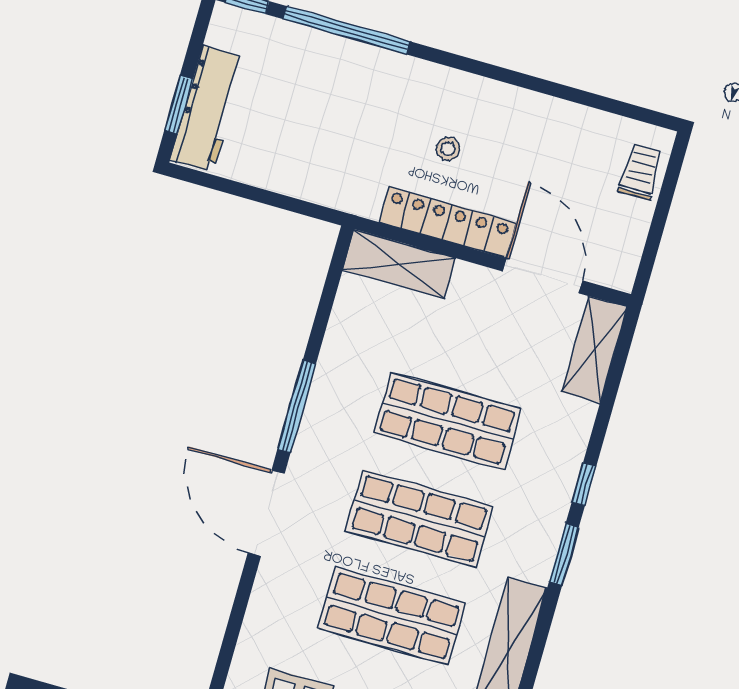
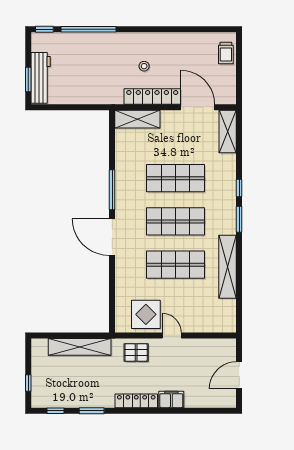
trolley: (641, 172) -> (226, 53), turned 180

